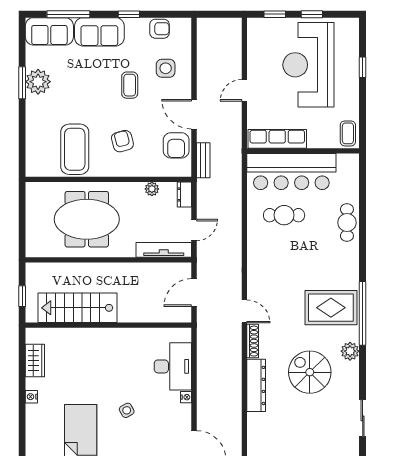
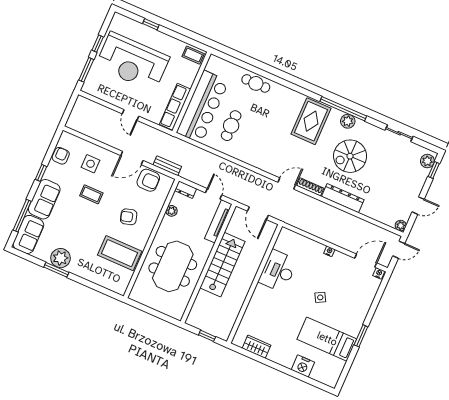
window: (275, 14) -> (86, 70), width x1.50
stairs: (78, 308) -> (222, 265), moved, turned 180
window: (363, 313) -> (343, 109), moved
desk: (173, 366) -> (278, 271), moved, turned -90
nightstand: (31, 397) -> (303, 366), moved, width x1.89, depth x1.79

